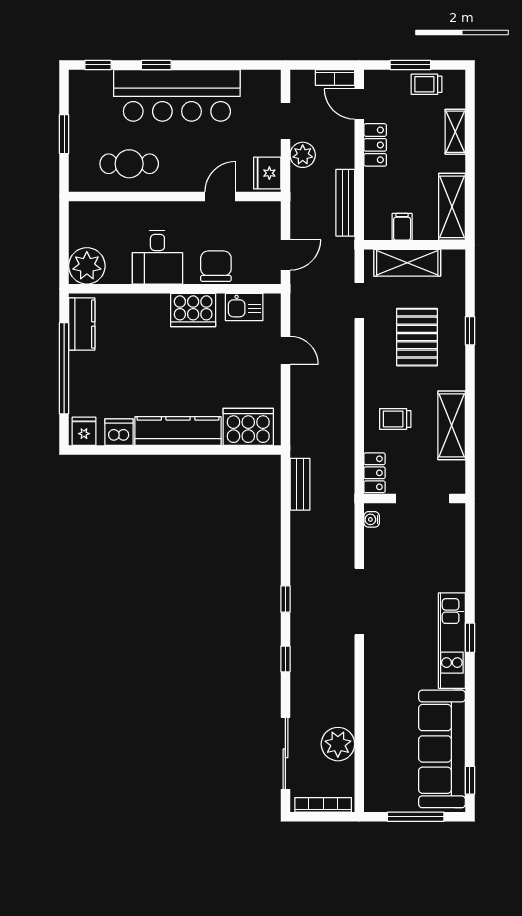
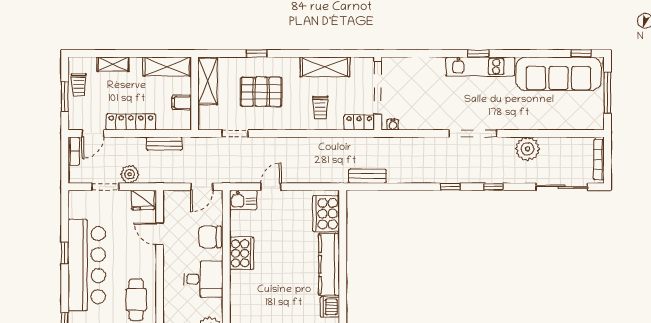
window: (156, 65) -> (65, 253), moved
locker: (375, 145) -> (131, 122), width x1.53
bench: (345, 203) -> (164, 144), width x0.73
door: (285, 255) -> (202, 187), swing flipped
shelving: (407, 263) -> (208, 81), moved
kitchen sink: (244, 307) -> (243, 200), moved, turned 90
doorway: (423, 498) -> (378, 87), width x1.36
doorway: (359, 601) -> (473, 133), moved
plant: (338, 744) -> (528, 149), moved

